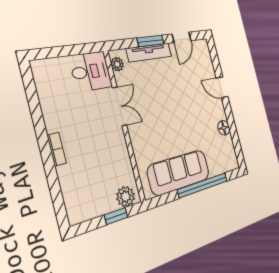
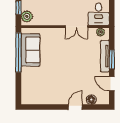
floor lamp: (224, 128) -> (91, 100), moved
sofa: (179, 172) -> (30, 50), width x0.73
window: (203, 185) -> (18, 52), moved

